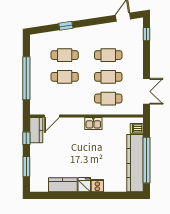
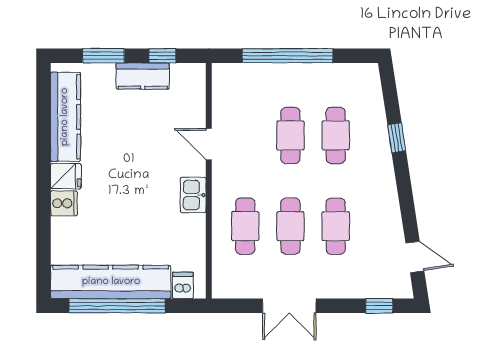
double door: (147, 91) -> (289, 306), moved
door: (52, 116) -> (209, 144), moved
kitchen counter: (36, 130) -> (143, 76), moved
kitchen counter: (63, 185) -> (65, 117), width x1.50

